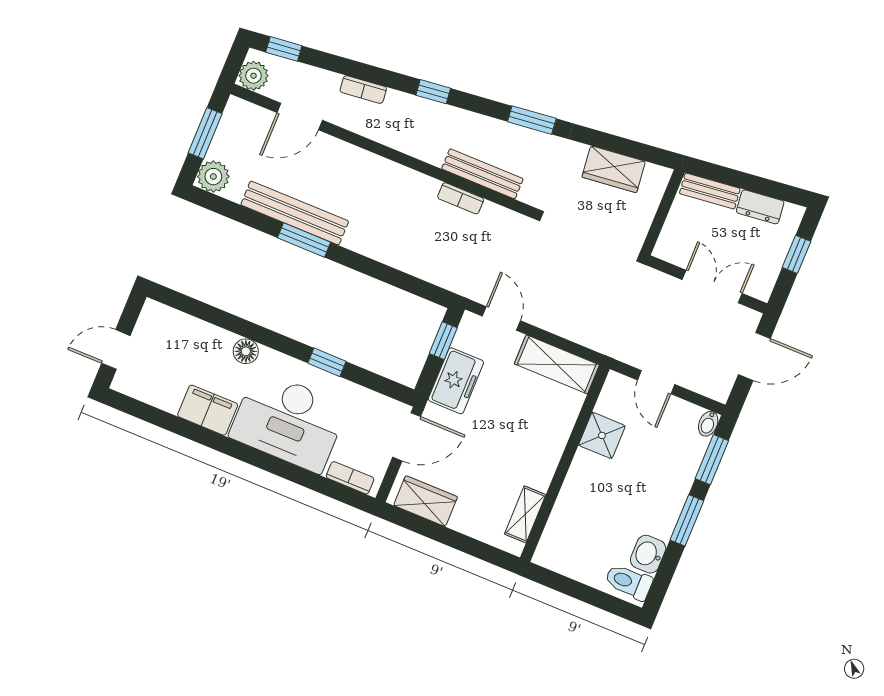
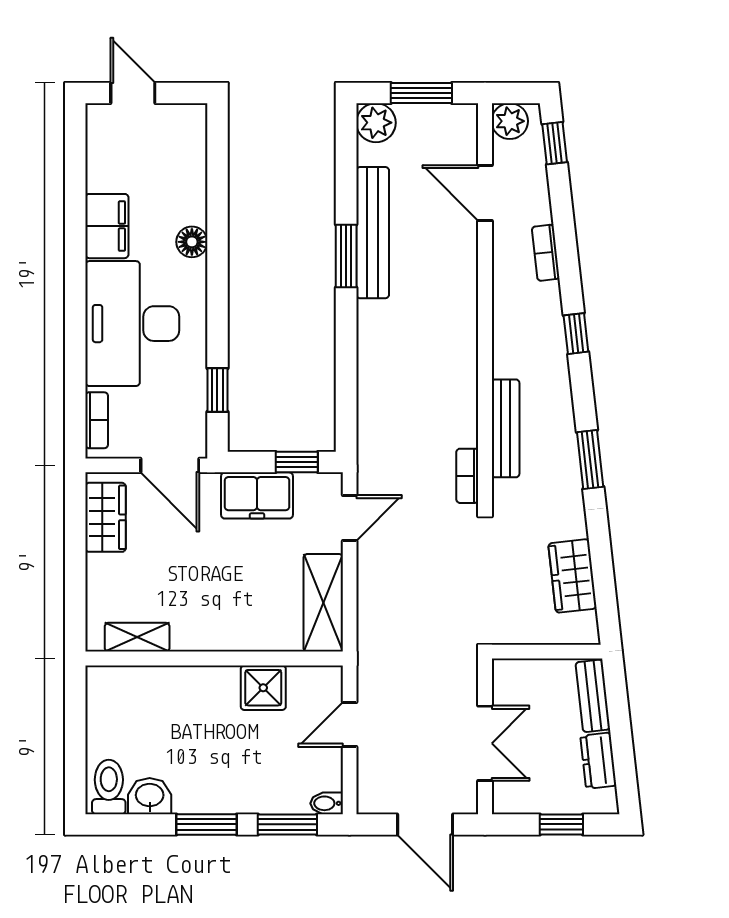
bookcase: (461, 198) -> (467, 476), moved
window: (327, 362) -> (217, 390), moved

